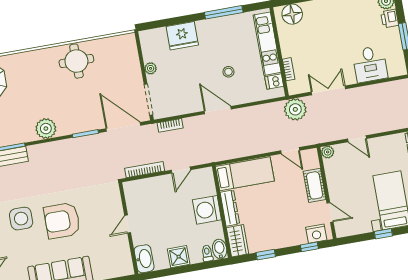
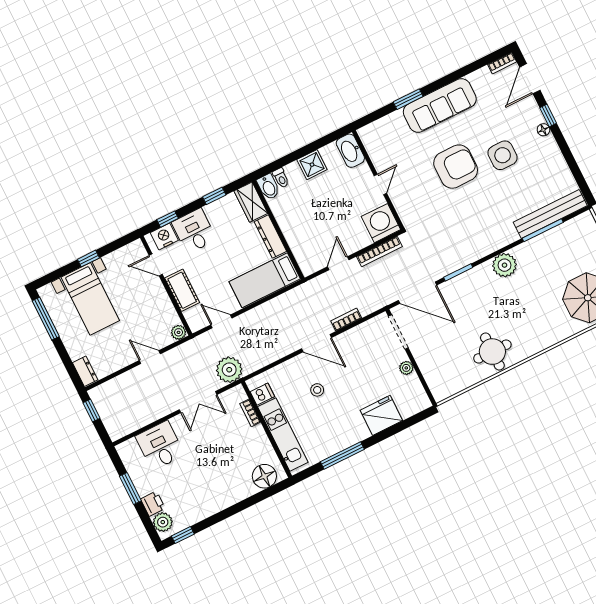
bookcase: (170, 125) -> (346, 320), moved
washing machine: (207, 210) -> (381, 223), moved, turned -90
desk: (291, 231) -> (194, 231), added

